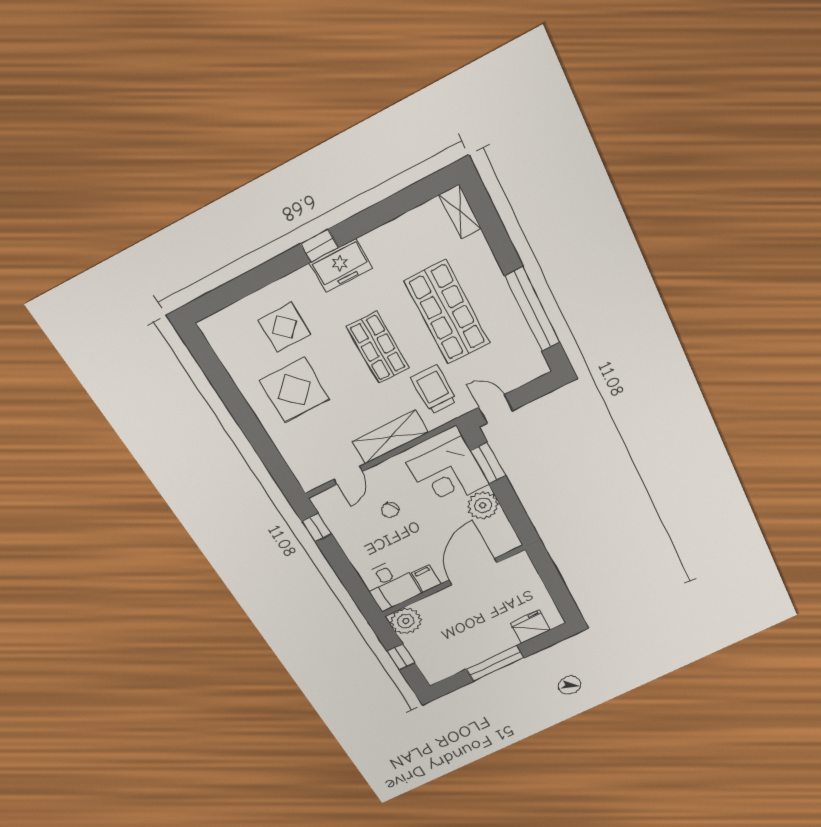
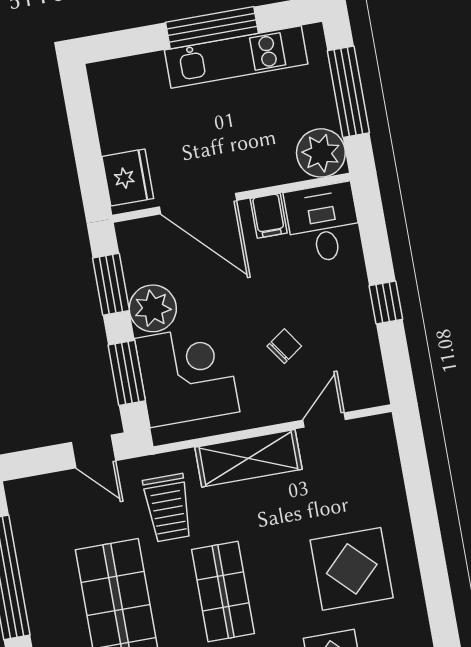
window: (514, 511) -> (111, 284), added
window: (317, 527) -> (386, 303), moved
door: (473, 572) -> (198, 204), hinge flipped
fridge: (530, 627) -> (128, 177), moved, turned -90
kitchen unit: (475, 654) -> (236, 57), added
window: (401, 657) -> (348, 92), width x2.17

